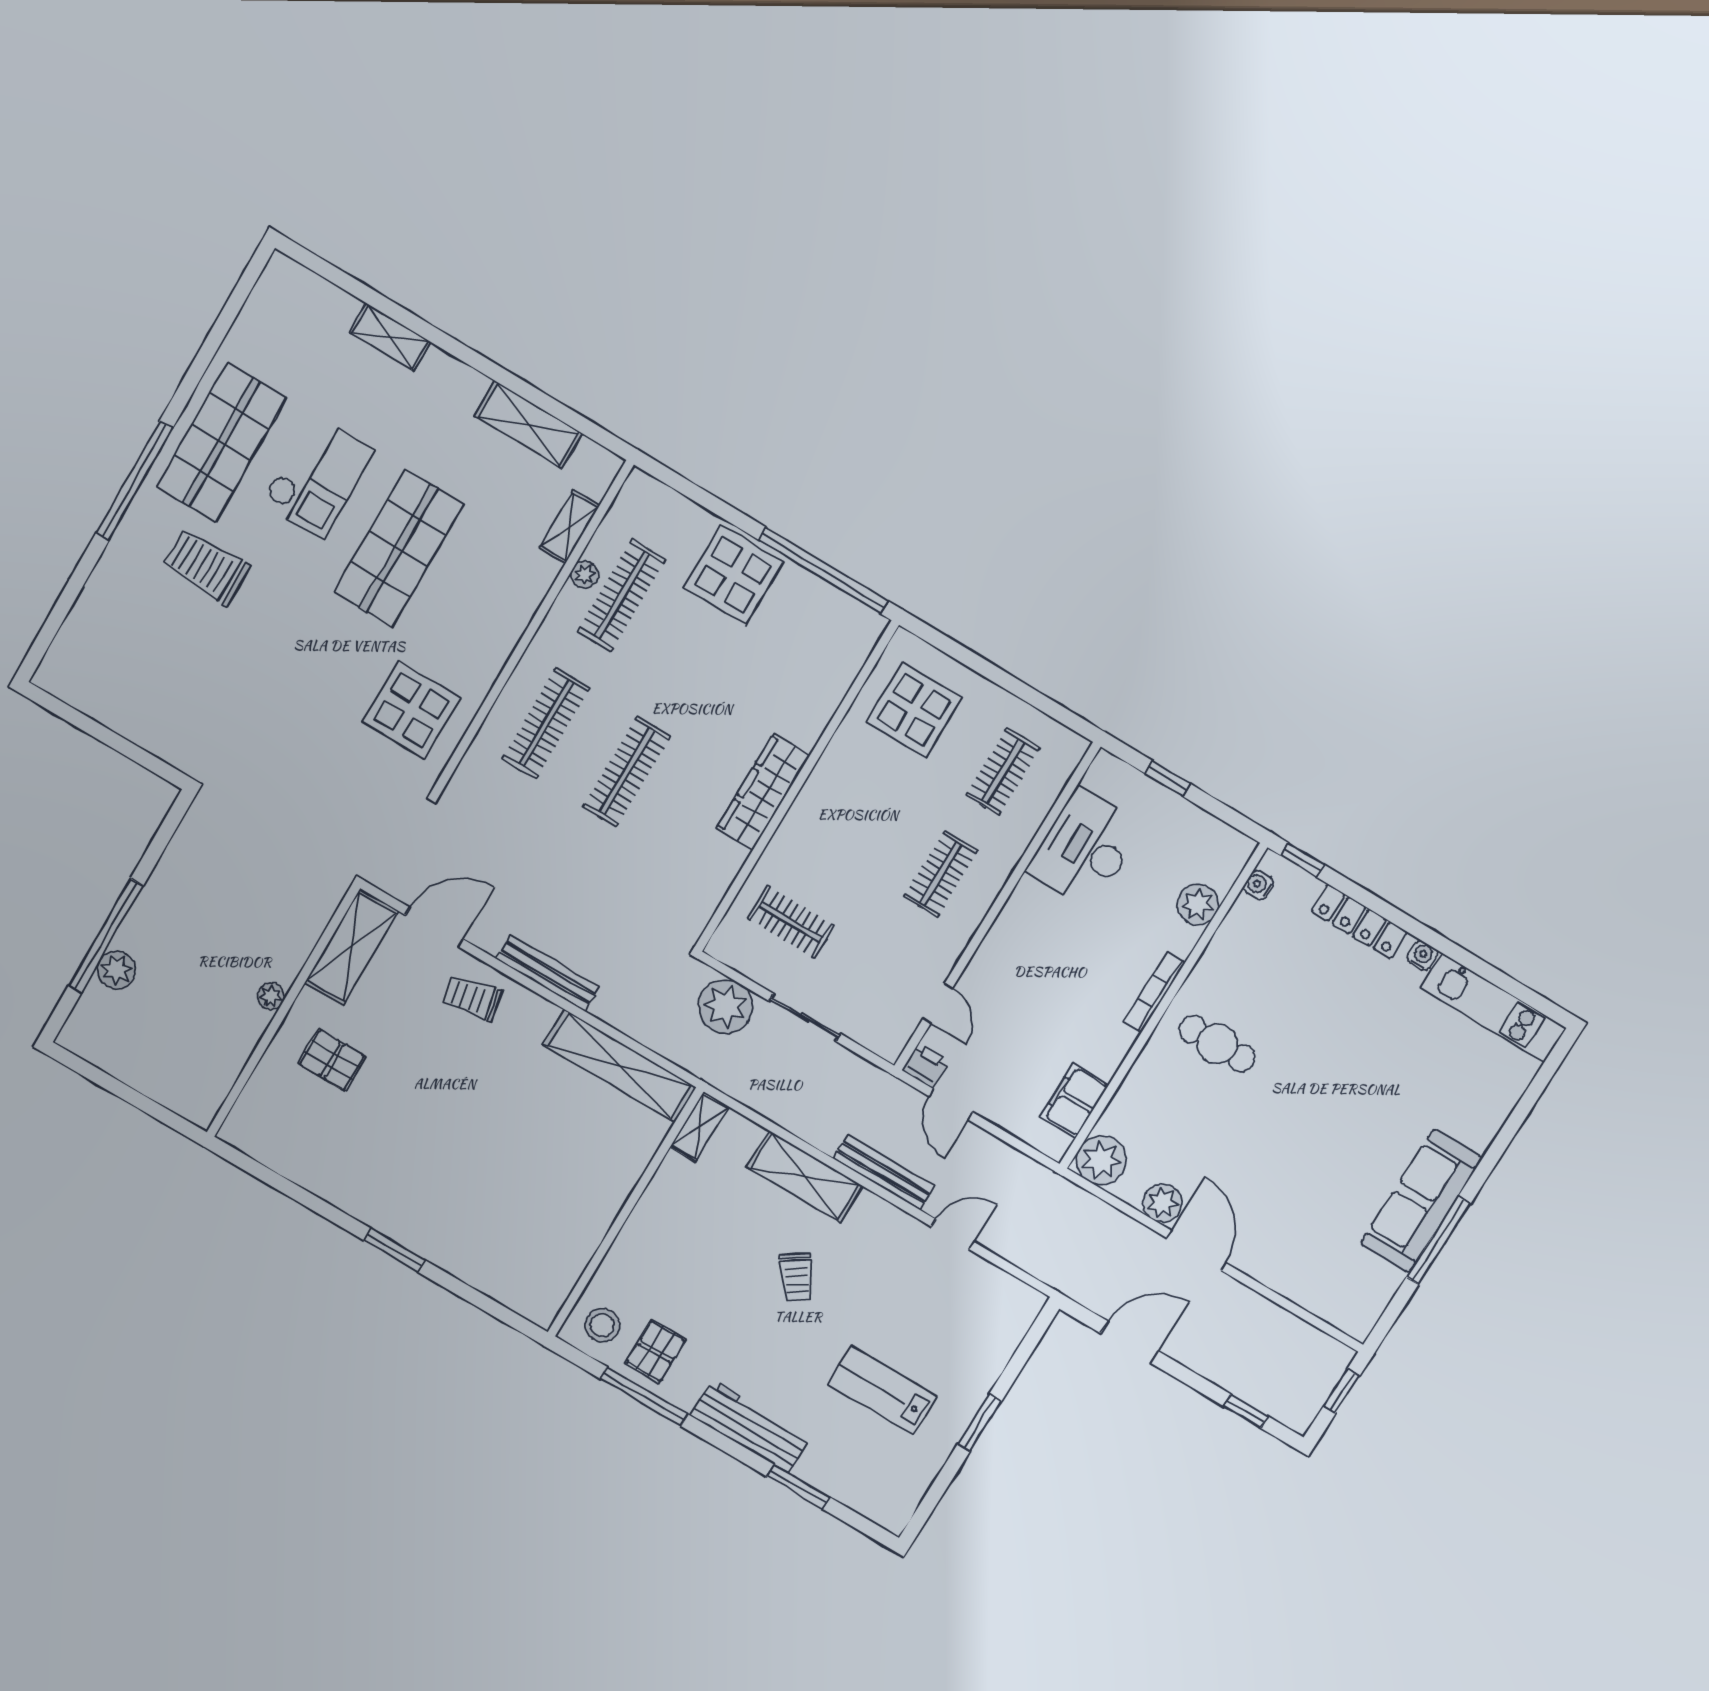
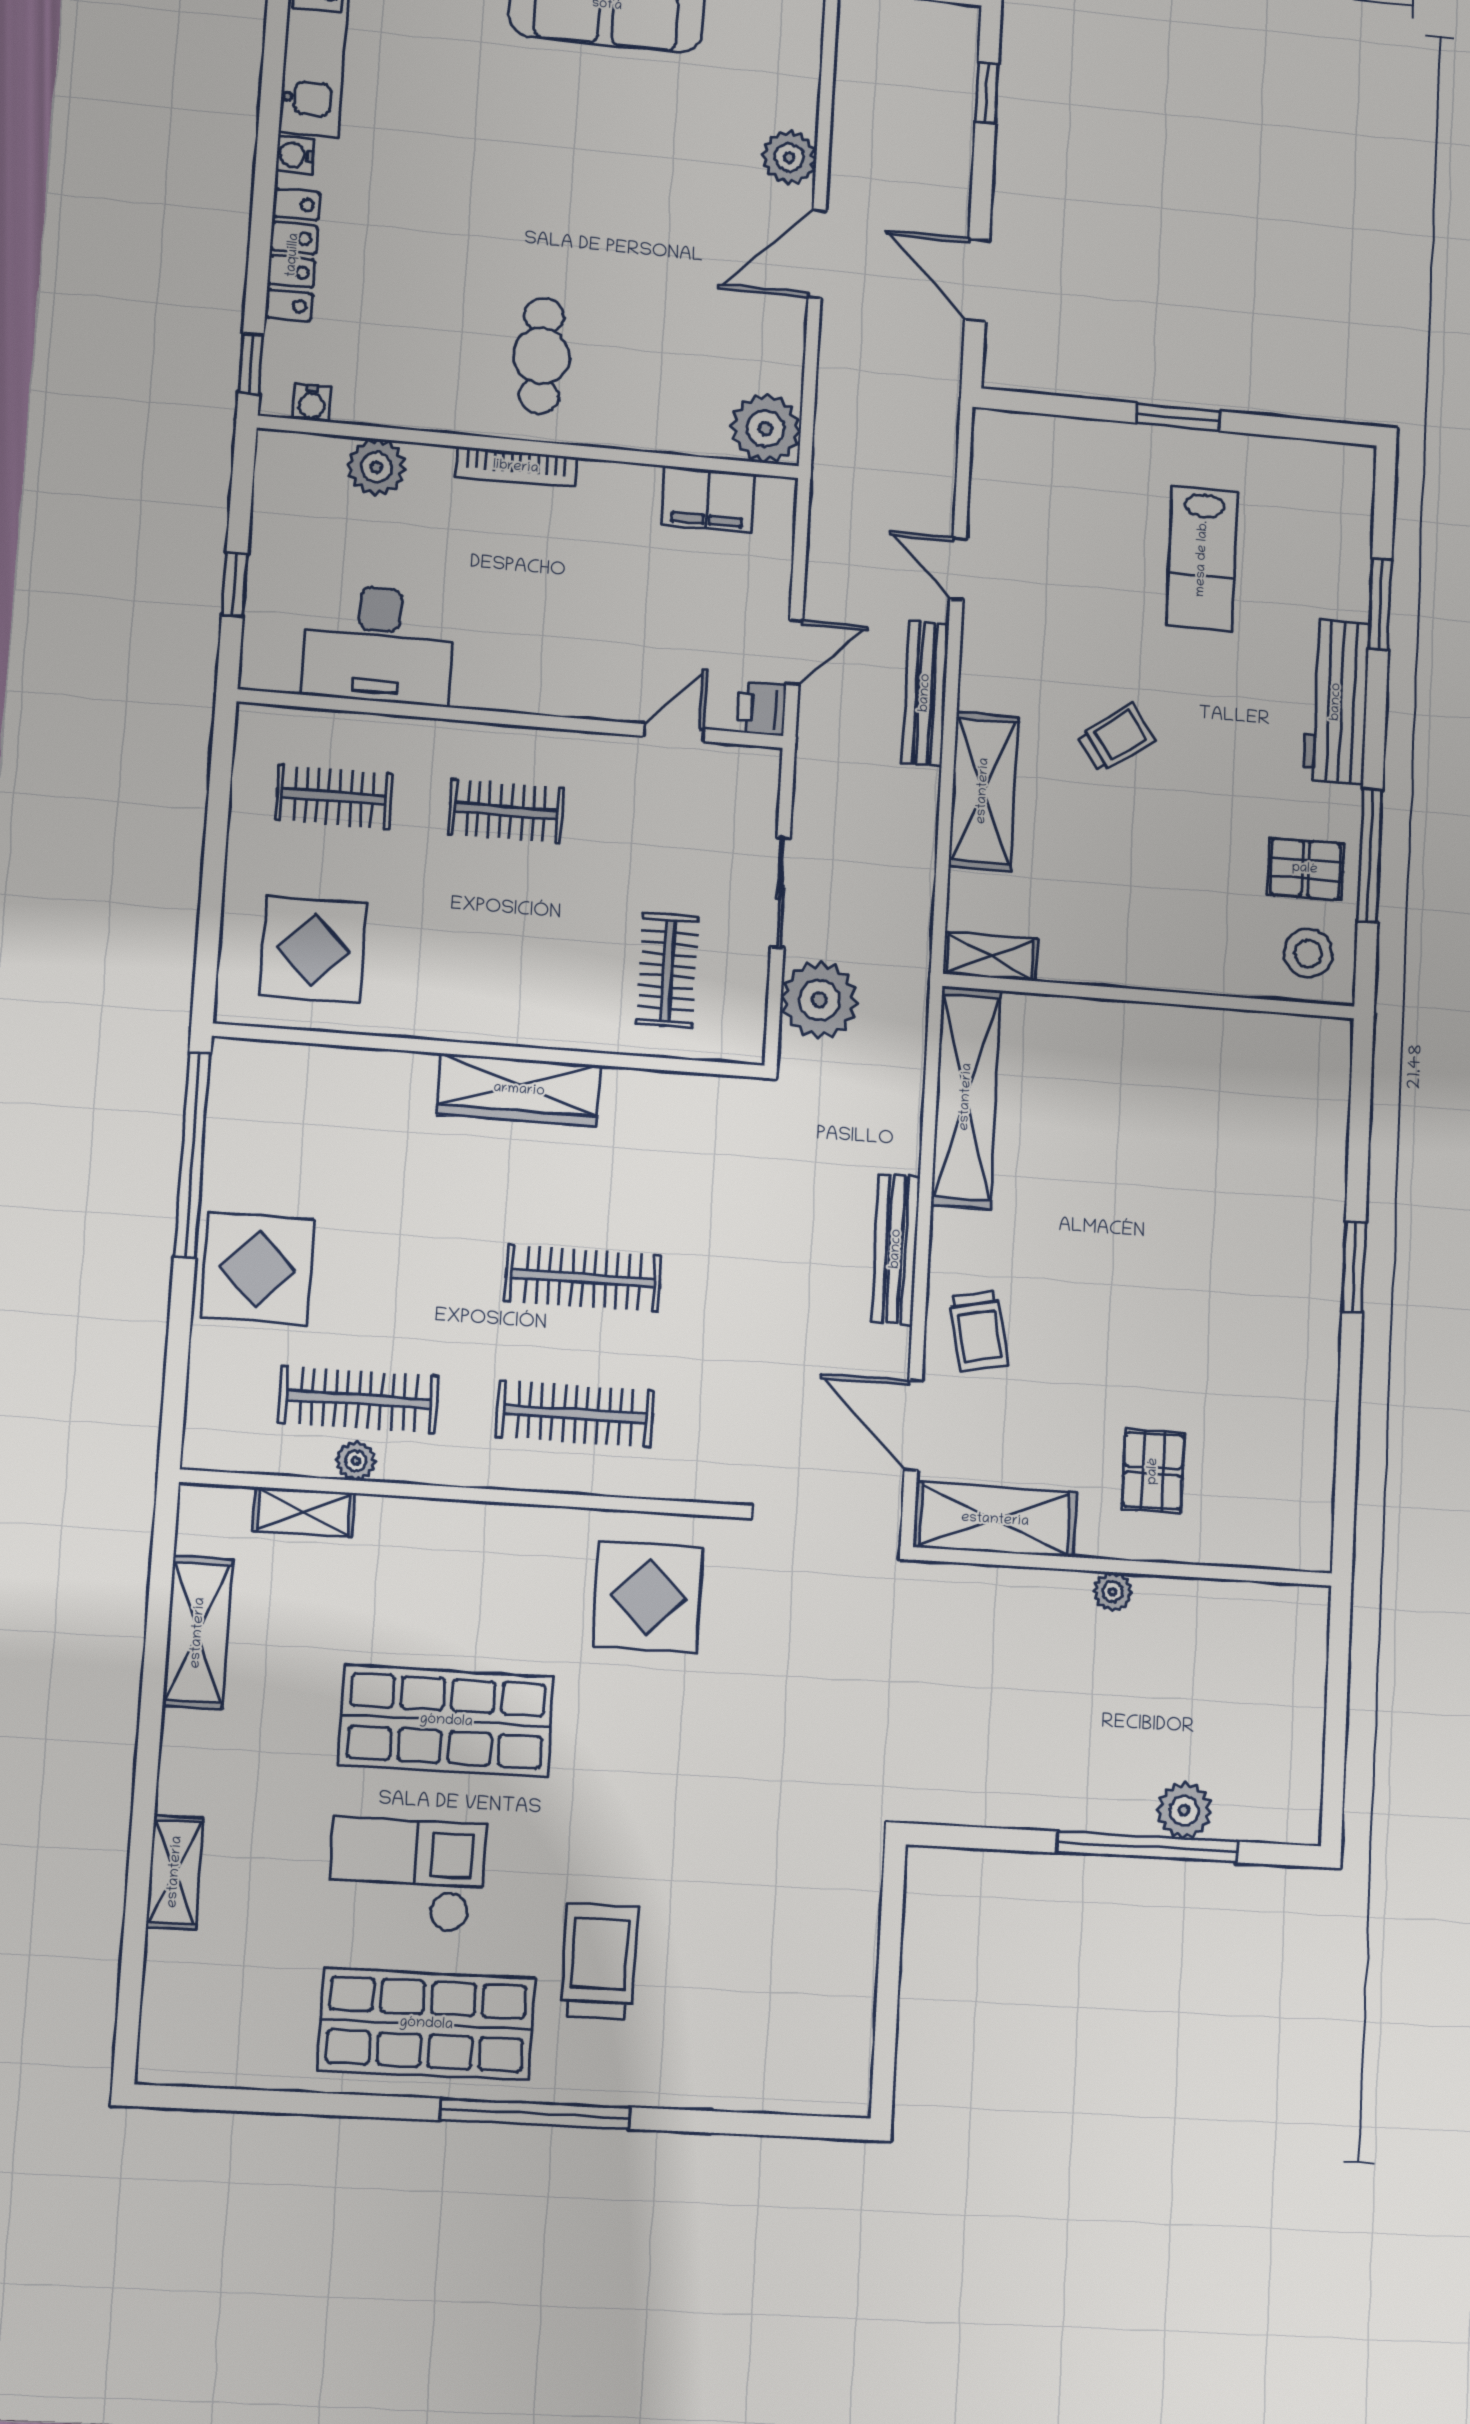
trolley: (206, 567) -> (599, 1961), turned 180
plant: (1162, 1203) -> (789, 157), moved

